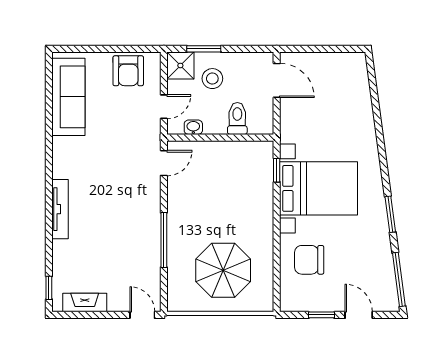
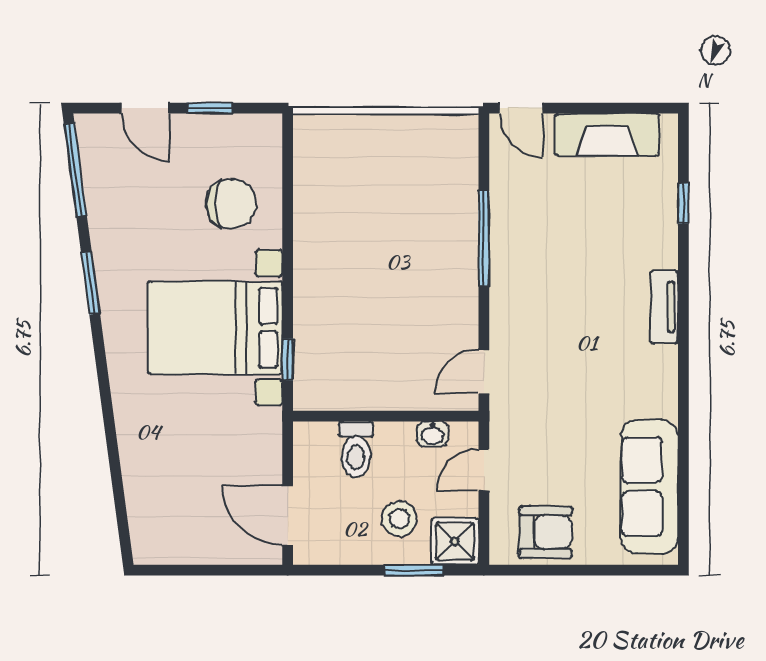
armchair: (128, 71) -> (546, 532), turned 90
tv unit: (60, 209) -> (664, 307), width x0.71
parasol: (223, 270) -> (381, 186), removed
window: (49, 288) -> (683, 203), moved
fireplace: (85, 303) -> (607, 135), width x1.37, depth x1.32

